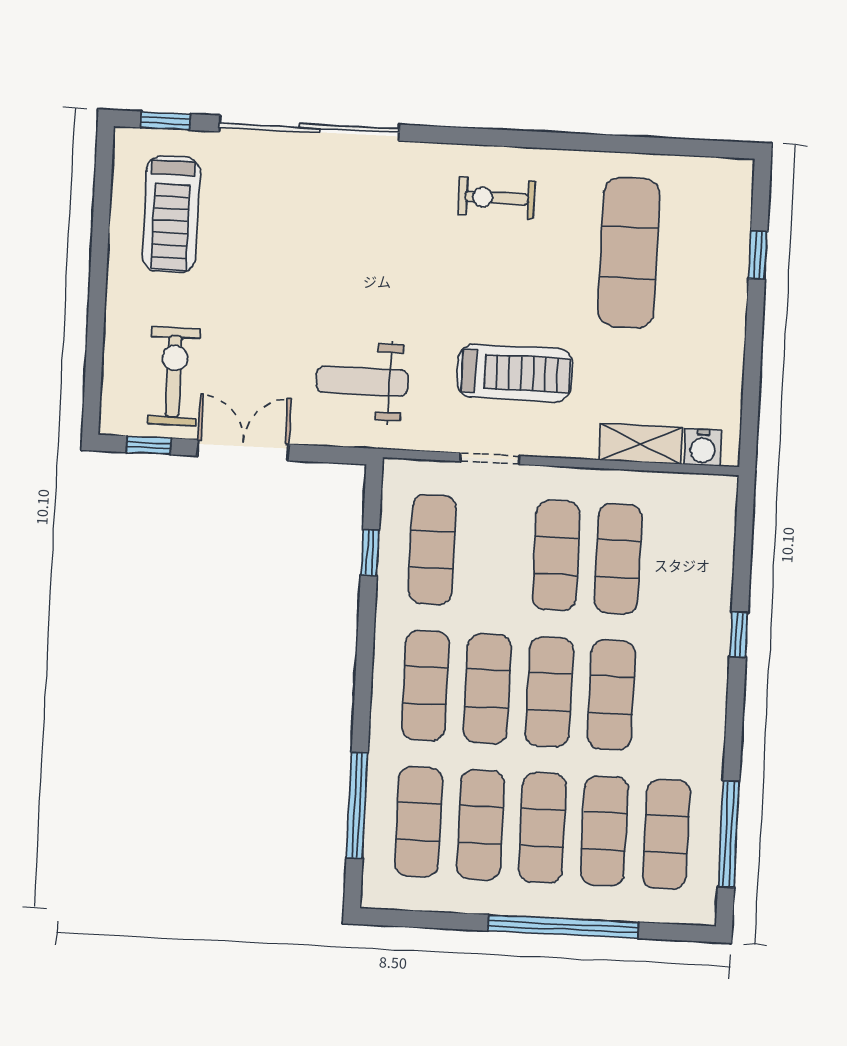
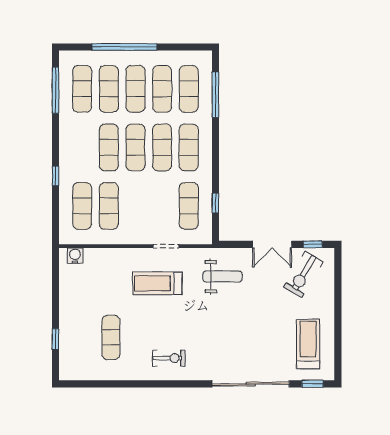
exercise mat: (629, 253) -> (111, 337), width x0.73, depth x0.69
exercise bike: (174, 376) -> (303, 275), turned 31
shelving: (641, 444) -> (102, 256), removed
exercise mat: (556, 556) -> (82, 206), moved

